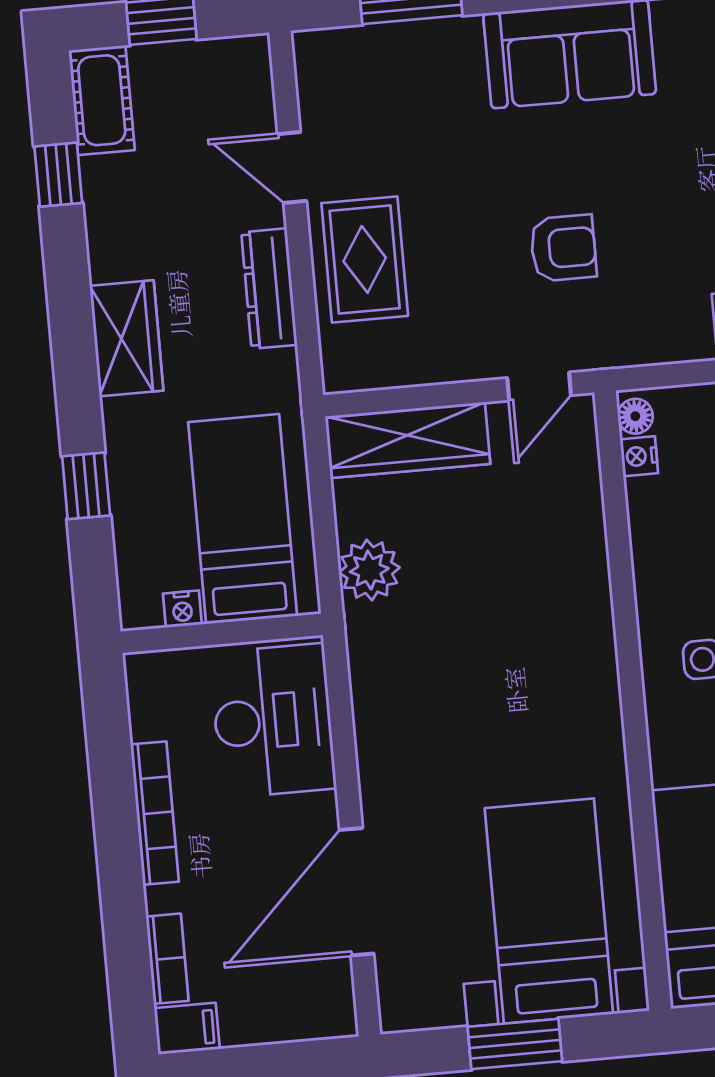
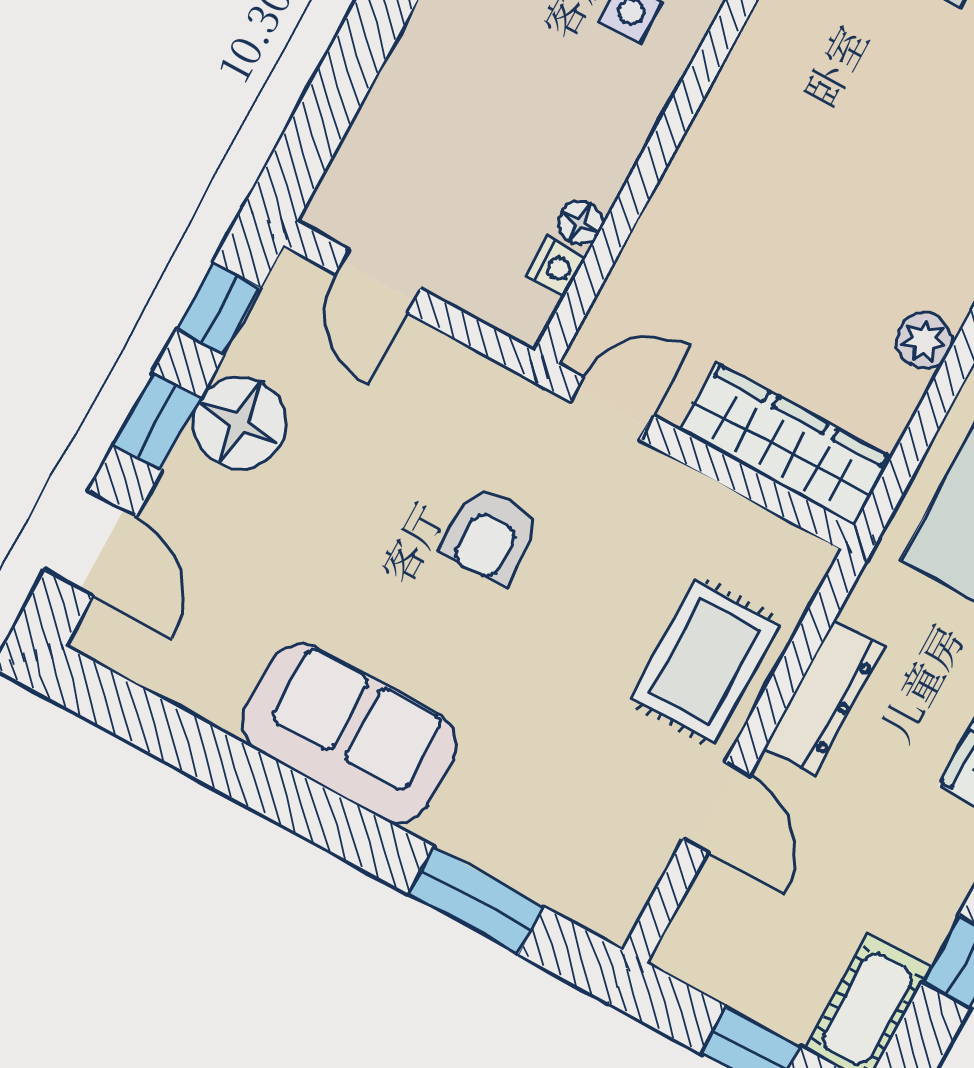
armchair: (563, 248) -> (490, 536), turned -90
floor lamp: (635, 416) -> (580, 223), moved
plant: (369, 570) -> (924, 341), width x0.73, depth x0.73

